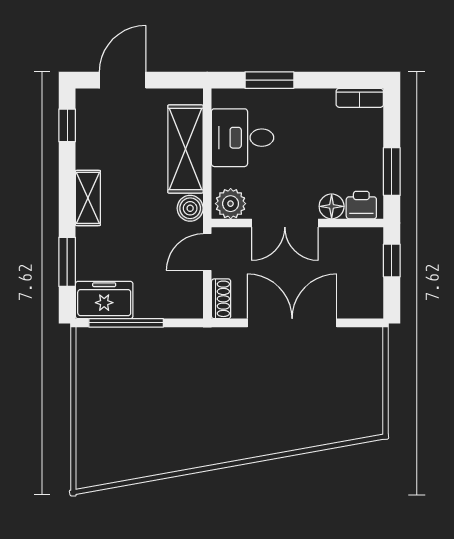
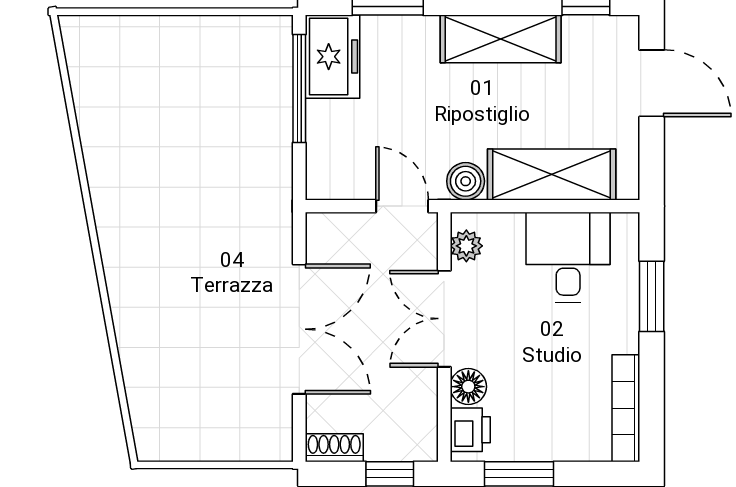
bookcase: (360, 98) -> (626, 408), width x1.56
shelving: (88, 198) -> (501, 39), width x1.50, depth x1.33
plant: (231, 204) -> (466, 246), width x0.73, depth x0.73
shoe rack: (221, 299) -> (334, 448), moved, turned 180

